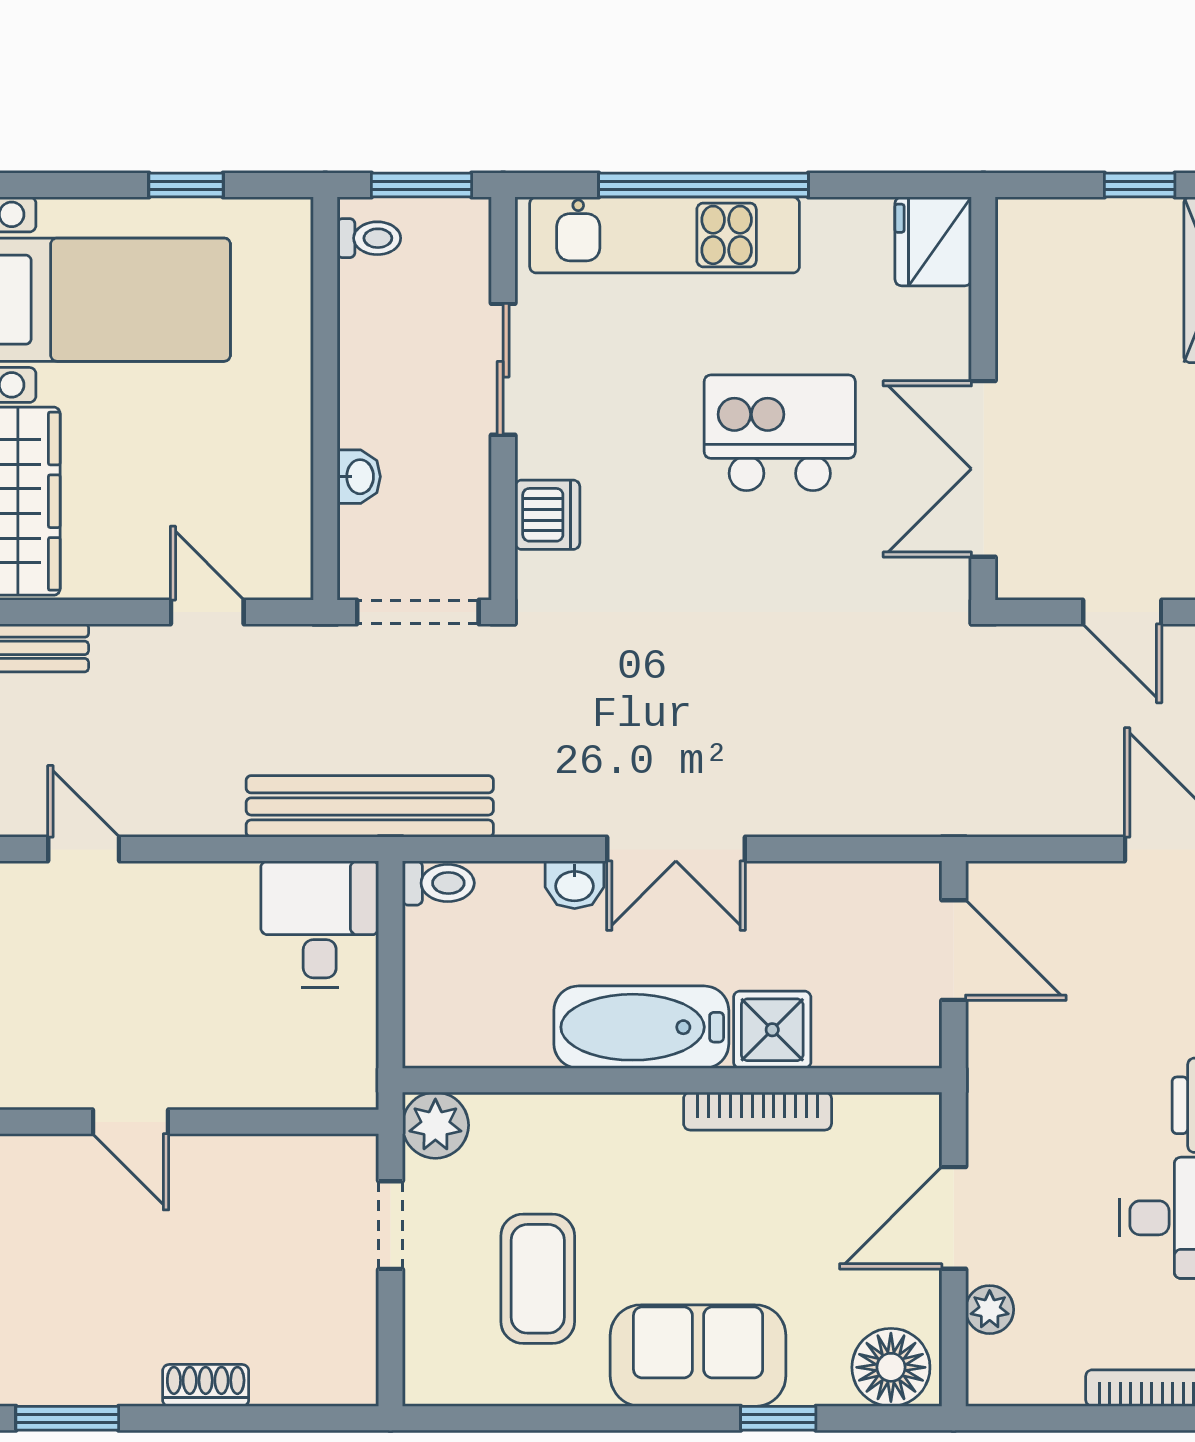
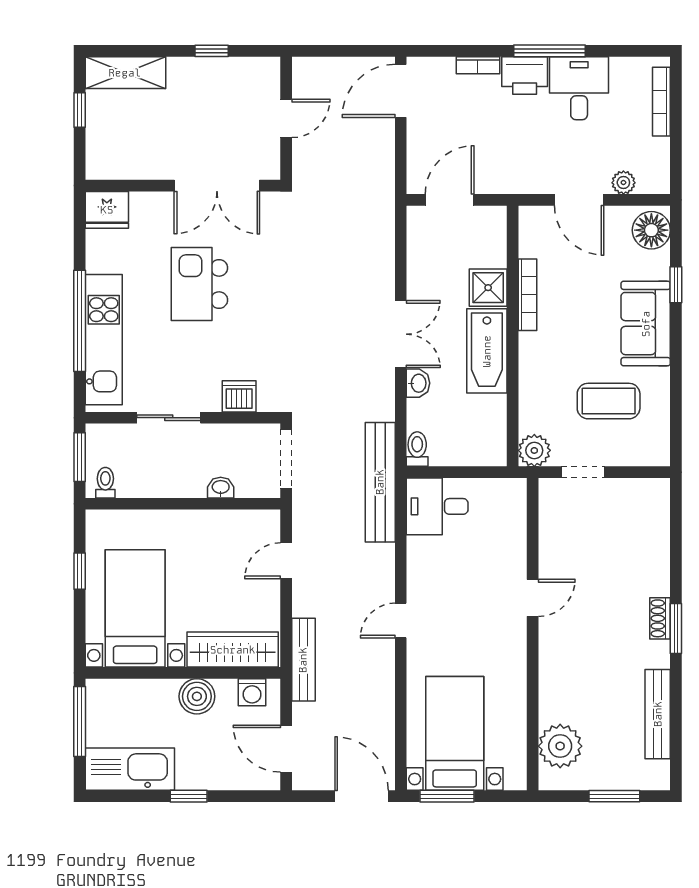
shoe rack: (206, 1385) -> (660, 618), moved

